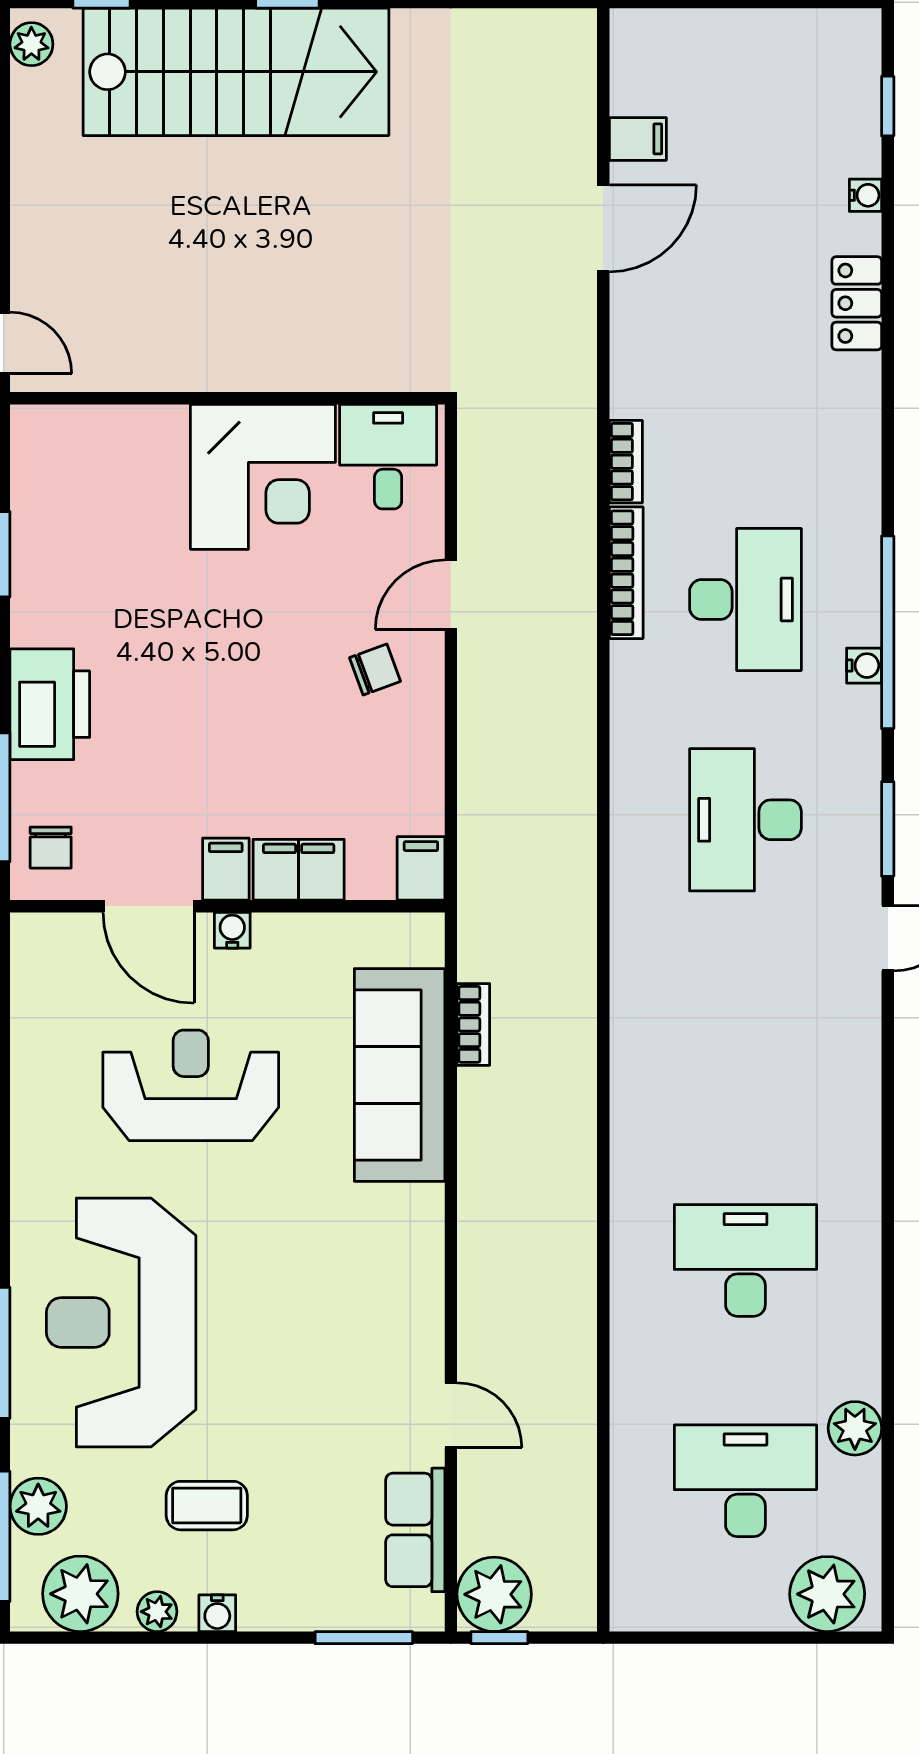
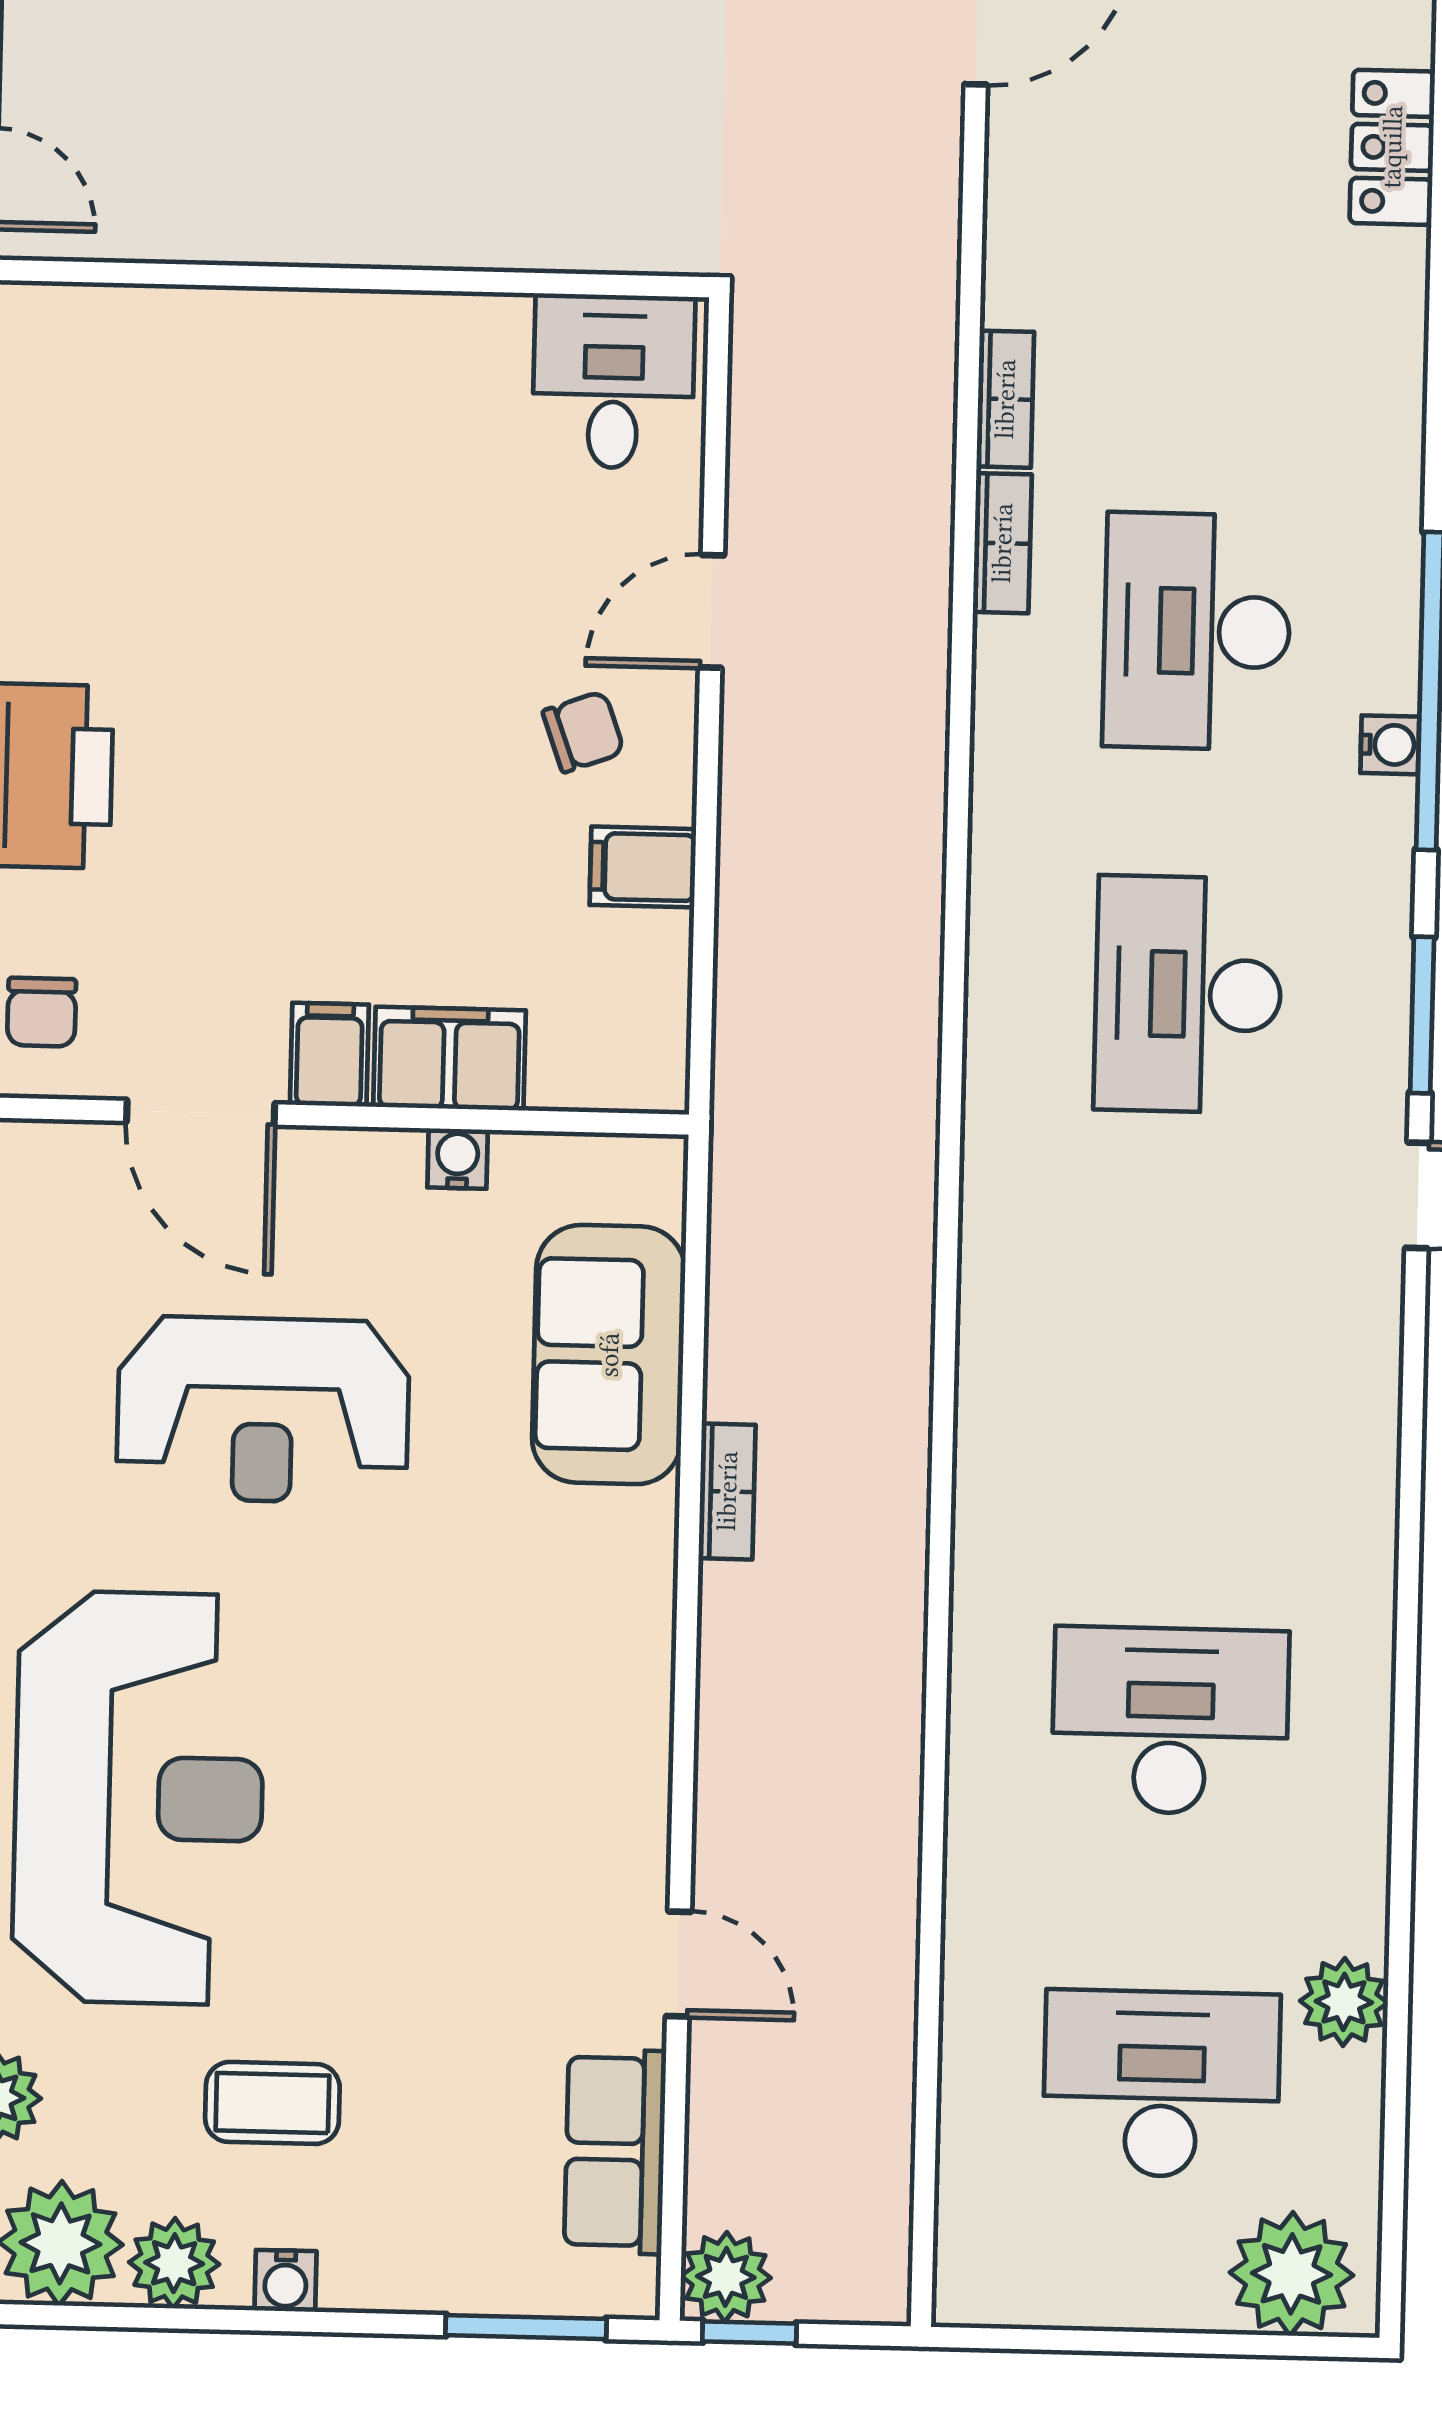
corner desk: (263, 477) -> (406, 410), removed
bookcase: (626, 573) -> (1002, 543), width x0.64
desk: (745, 599) -> (1197, 631), turned 180
filing cabinet: (421, 868) -> (643, 867), moved, turned -90
water cooler: (232, 930) -> (458, 1159), moved
bookcase: (473, 1024) -> (727, 1491), moved
sofa: (400, 1075) -> (609, 1355), width x0.73
reception desk: (191, 1085) -> (263, 1410), turned 180
reception desk: (121, 1322) -> (139, 1798), turned 180
plant: (494, 1594) -> (726, 2277), width x0.73, depth x0.73
plant: (157, 1612) -> (174, 2263), width x1.38, depth x1.38

